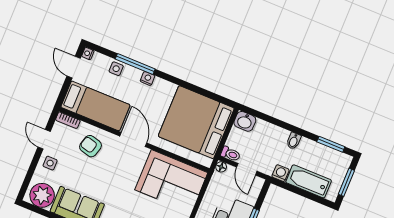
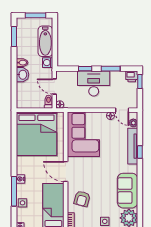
washbasin: (245, 121) -> (22, 75), moved
door: (133, 139) -> (66, 172), hinge flipped
door: (247, 169) -> (54, 86), swing flipped

